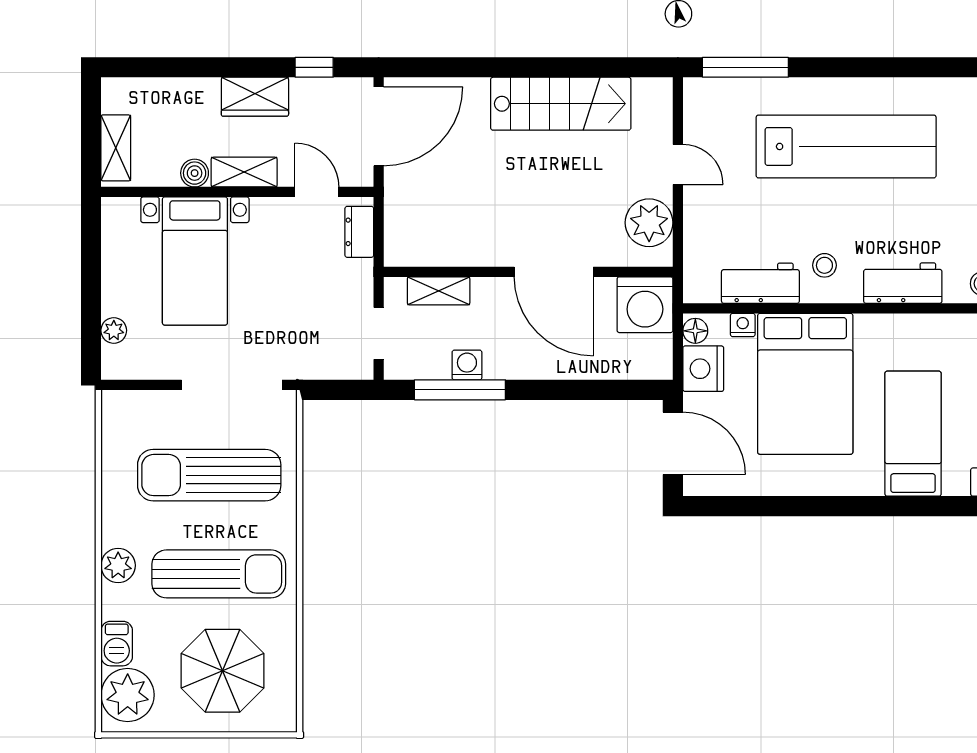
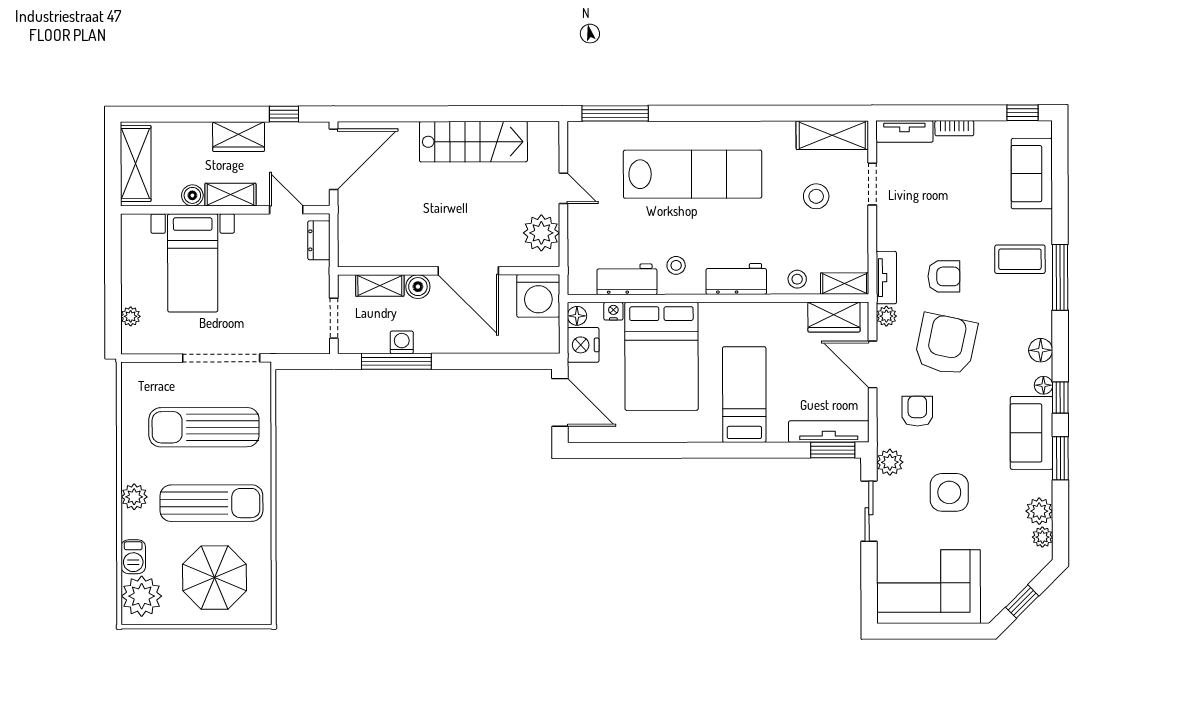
shelving: (116, 148) -> (136, 164), width x1.50, depth x1.33
boiler: (488, 292) -> (418, 287), added

